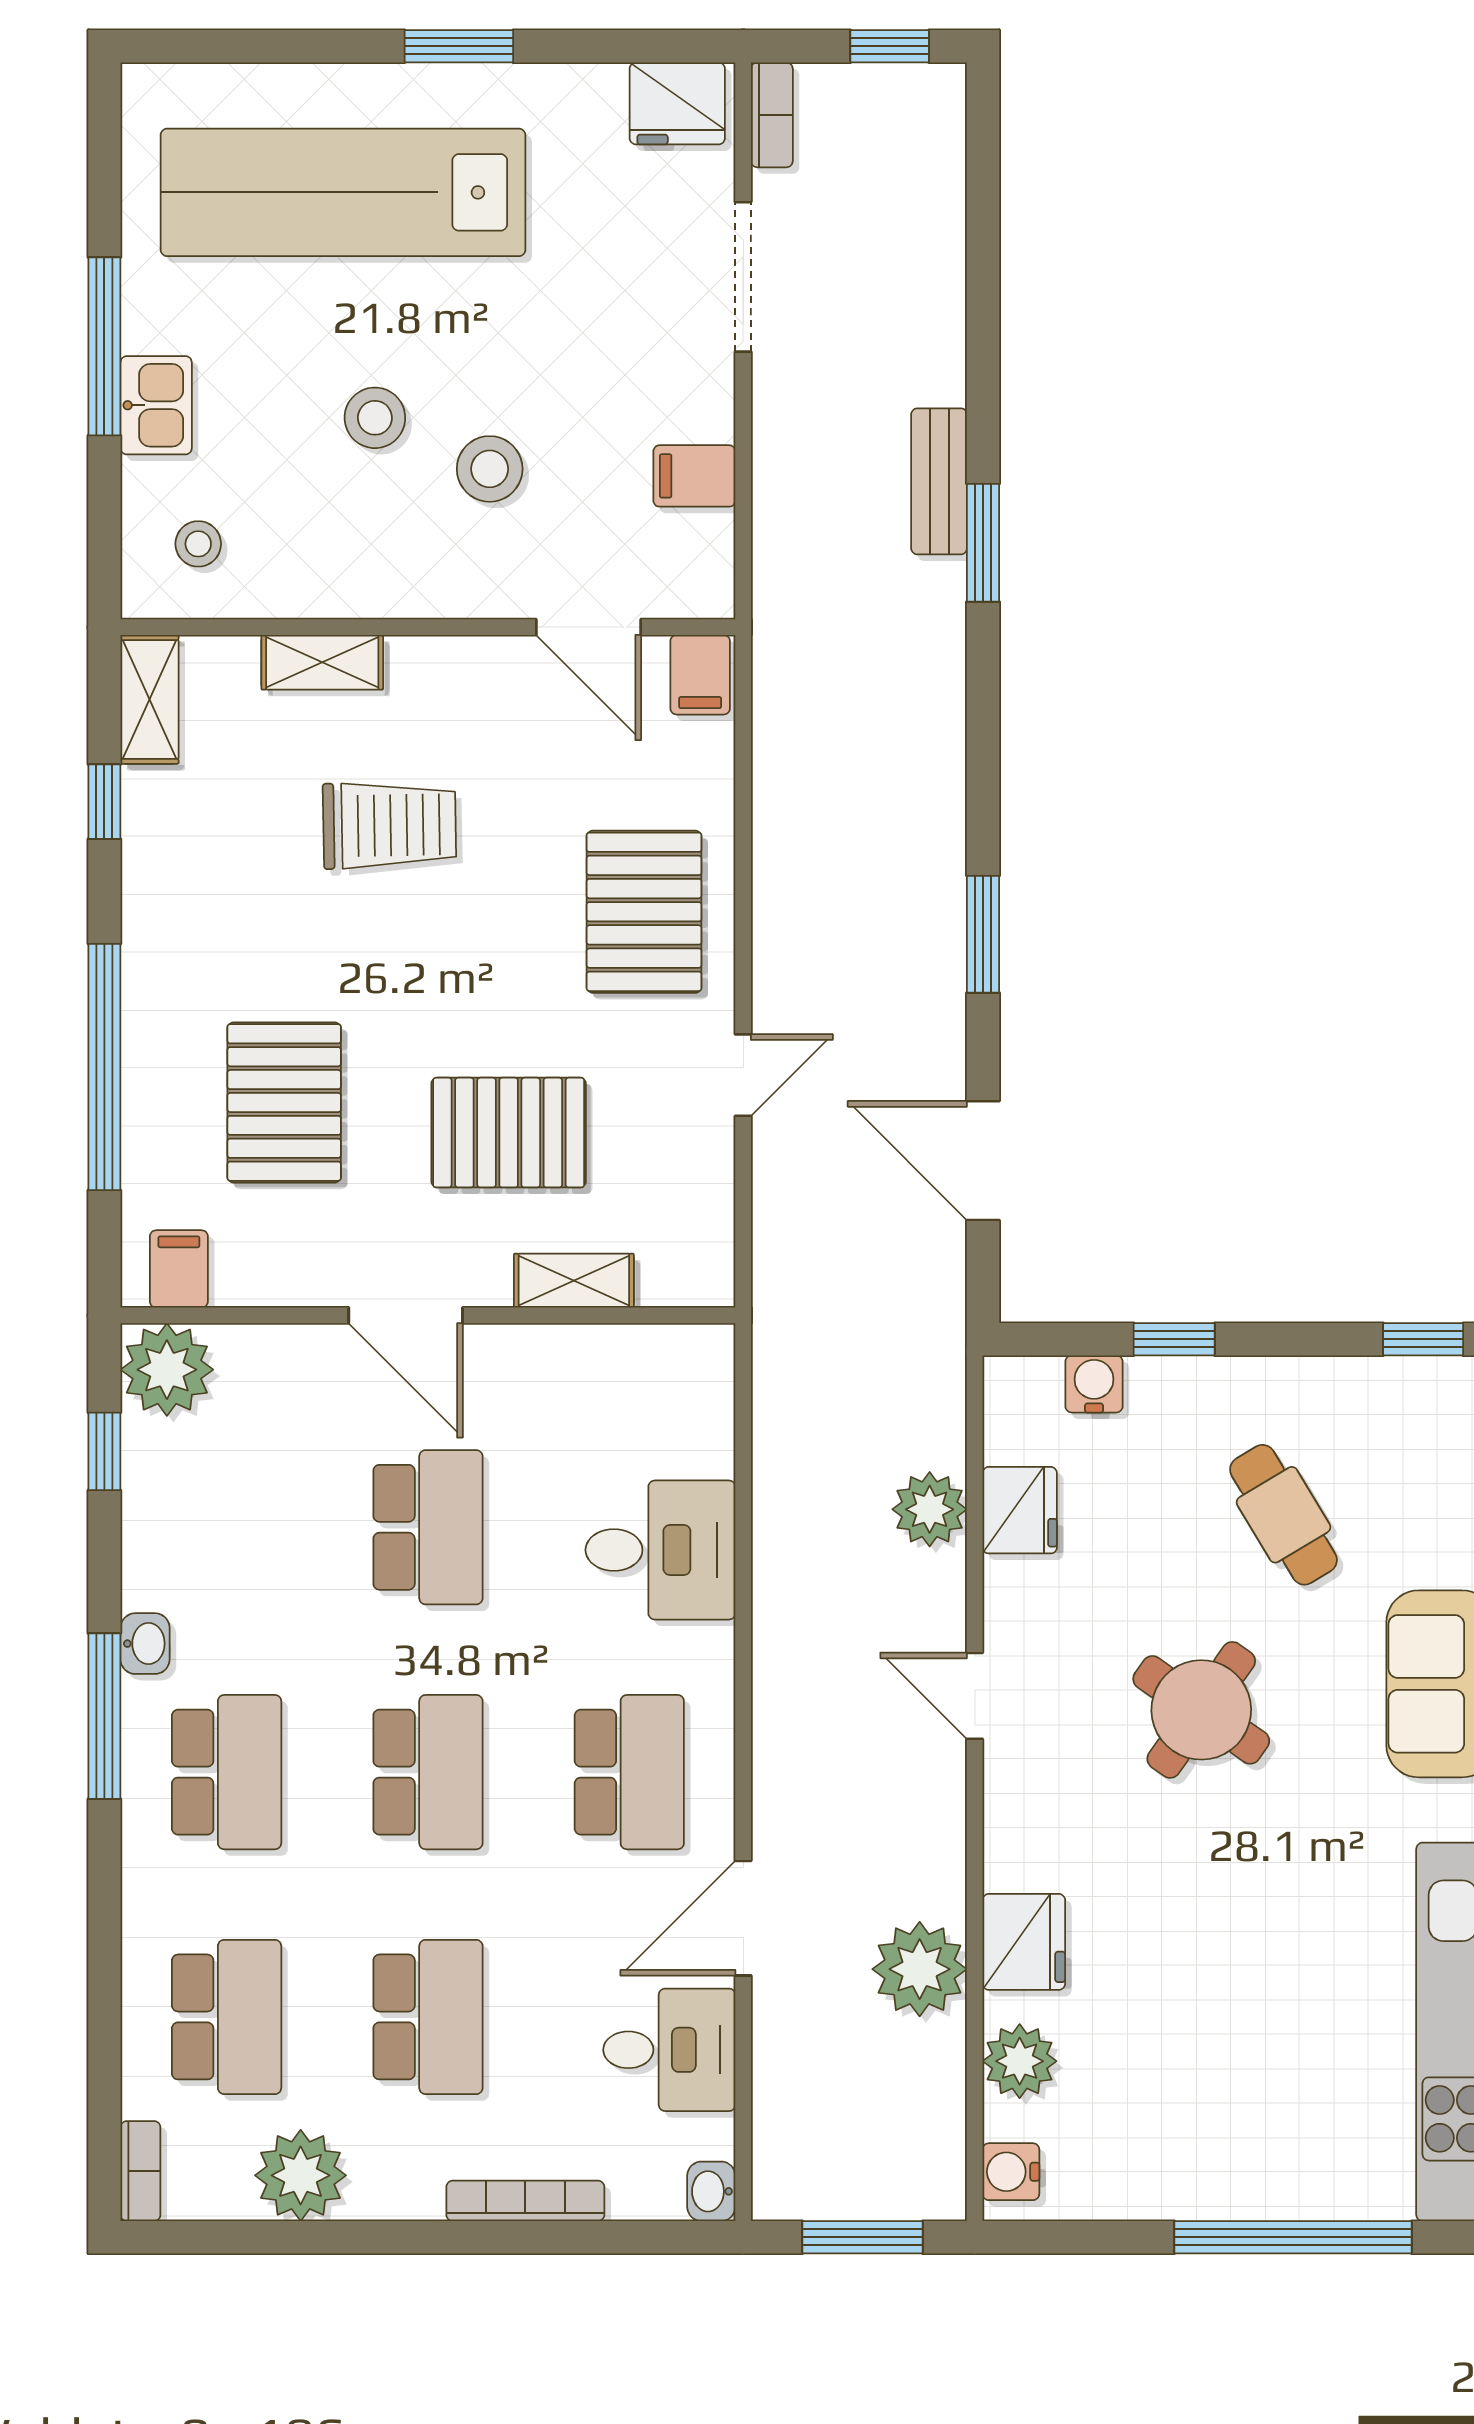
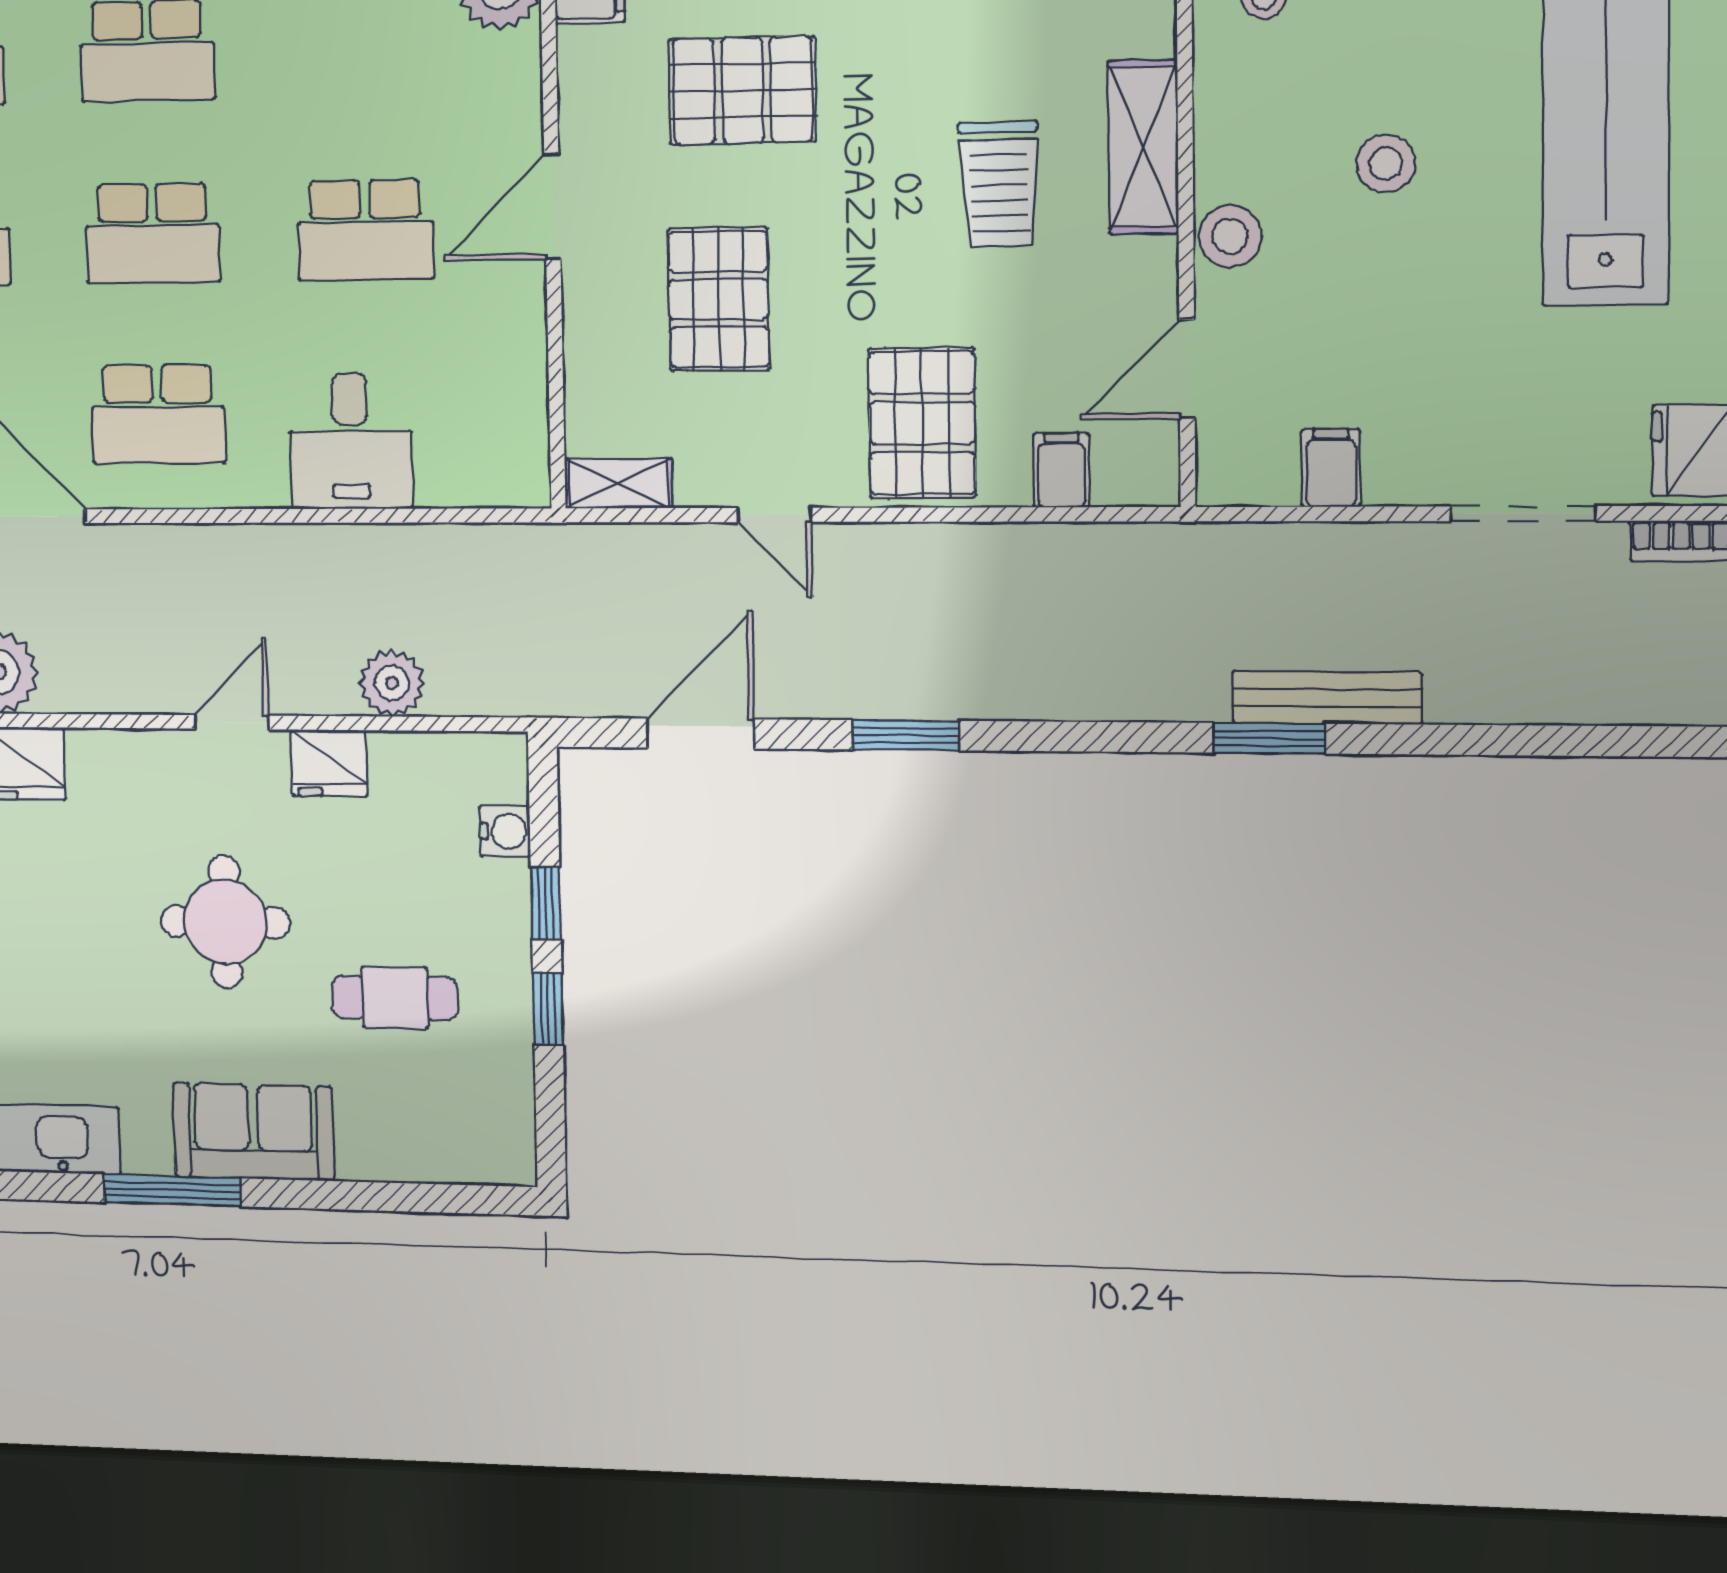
stool: (490, 469) -> (1230, 236), moved
bench: (939, 481) -> (1327, 698), width x1.36
shelving: (322, 662) -> (1143, 147), width x1.50, depth x1.33
filing cabinet: (700, 675) -> (1062, 470), moved, turned 90
pallet: (644, 912) -> (922, 423), turned 90
shelving: (574, 1281) -> (618, 484), moved, turned 90
window: (1423, 1339) -> (548, 1009), moved
fridge: (1020, 1510) -> (329, 763), moved
cafe table: (1283, 1515) -> (395, 998), turned 31
round table: (1201, 1710) -> (225, 922), turned -35

